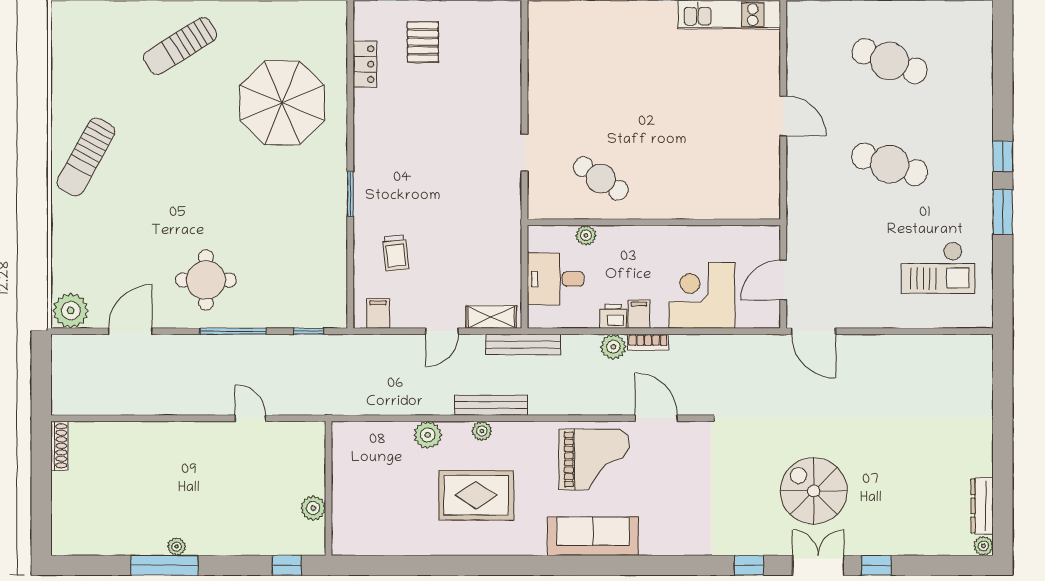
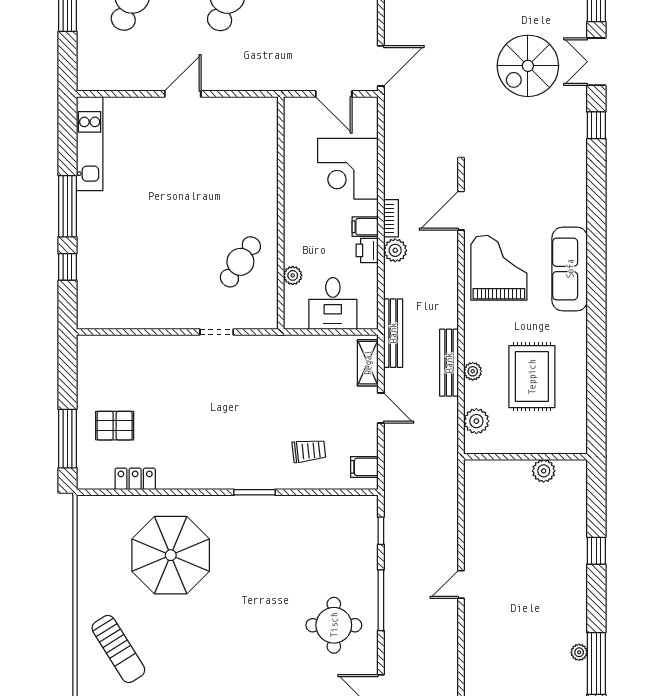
wall: (329, 488) -> (526, 457), moved
plant: (313, 508) -> (544, 471), moved

